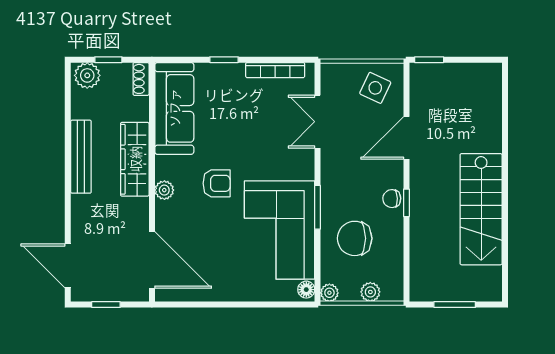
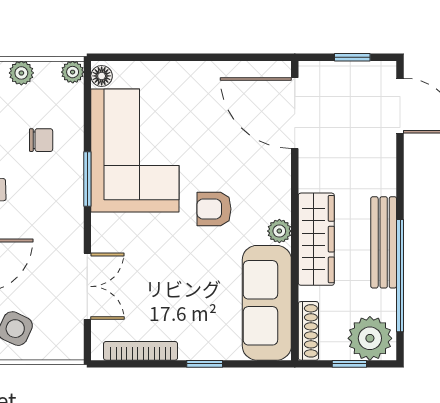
plant: (87, 75) -> (370, 338), width x1.36, depth x1.36
shoe rack: (141, 79) -> (308, 331), width x1.43
window: (68, 130) -> (400, 276), added
plant: (164, 190) -> (279, 231), moved
chair: (355, 238) -> (41, 140), width x0.54, depth x0.54

